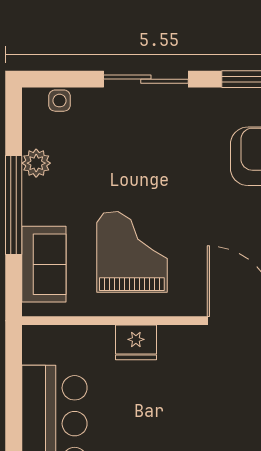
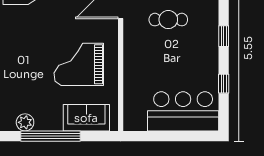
fridge: (136, 342) -> (134, 62), removed
cafe table: (206, 399) -> (168, 20), added

